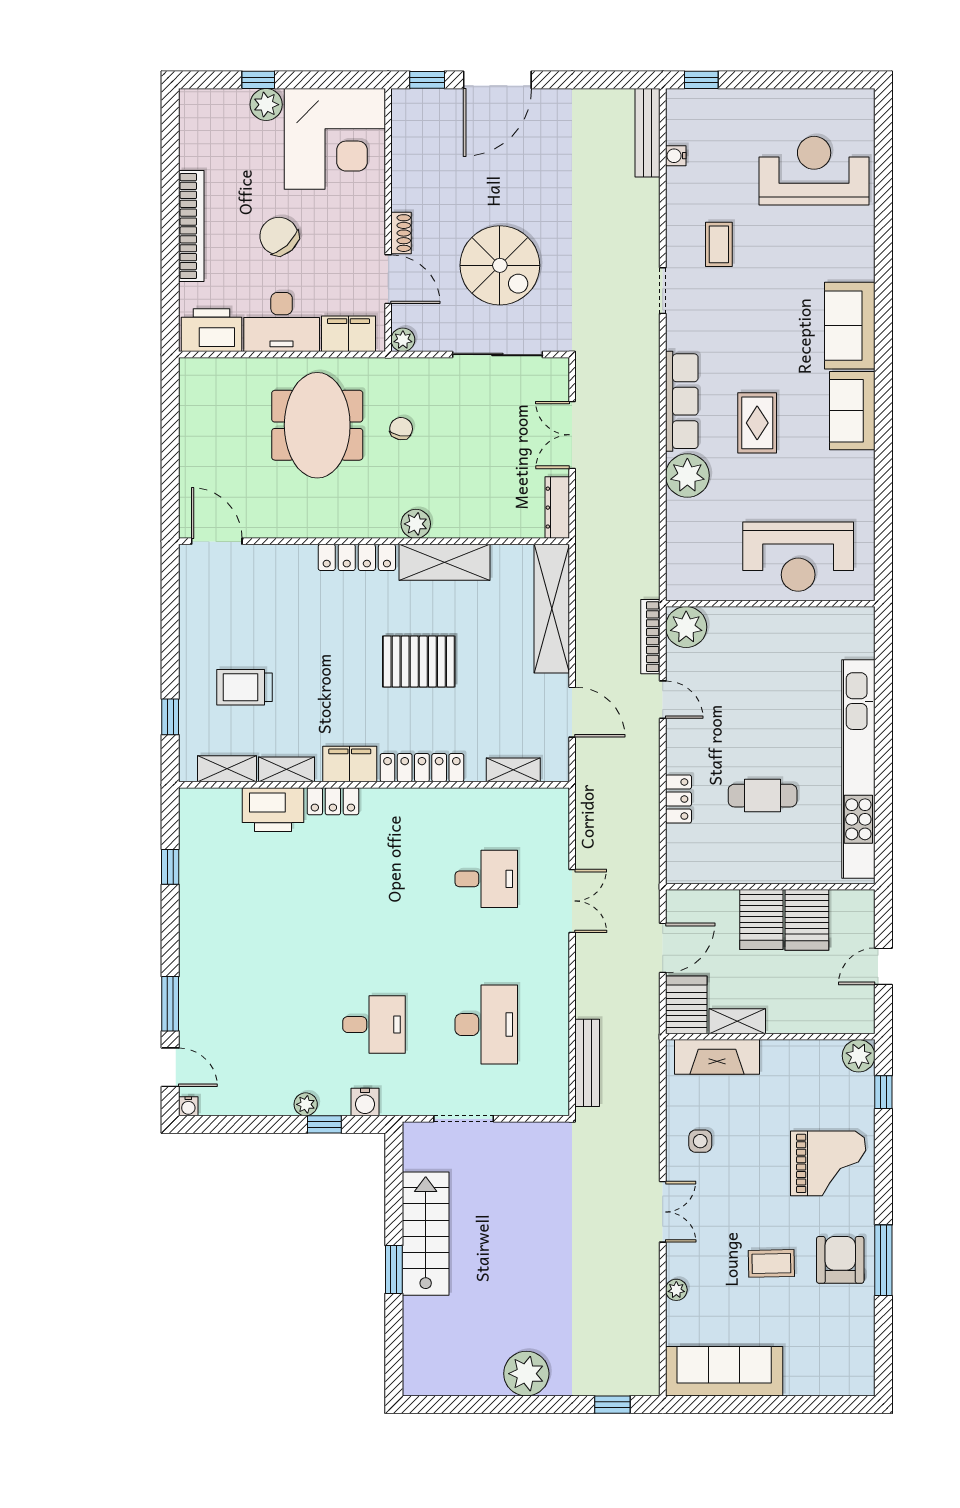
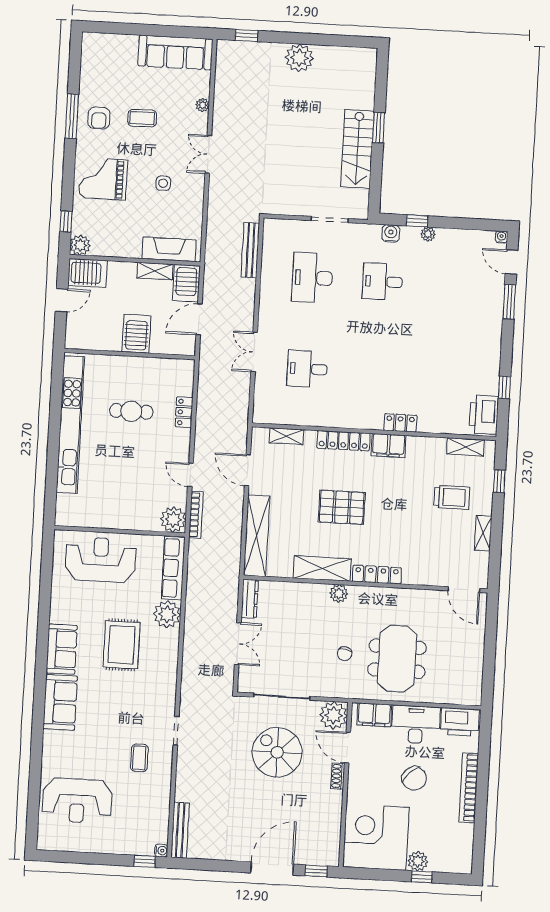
water cooler: (676, 156) -> (161, 851), moved
plant: (403, 340) -> (334, 715), width x1.87, depth x1.87
row of seats: (682, 401) -> (173, 568), moved
rug: (757, 423) -> (122, 645), width x1.36, depth x1.43
shelving: (286, 769) -> (483, 533), moved, turned 90
printer: (273, 810) -> (484, 415), moved, turned -90
server rack: (807, 920) -> (88, 273), moved, turned 90
side table: (700, 1141) -> (163, 183), moved
armchair: (840, 1260) -> (99, 118), width x0.72, depth x0.72

